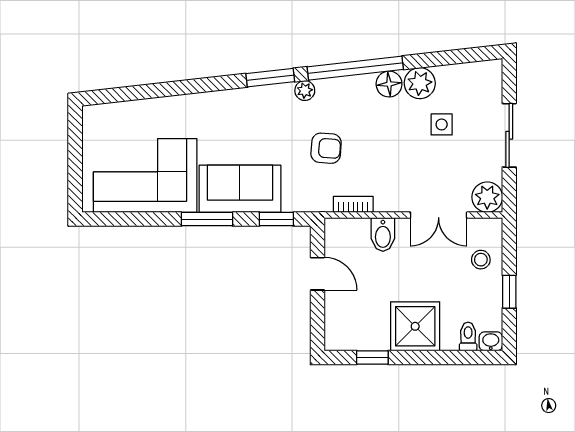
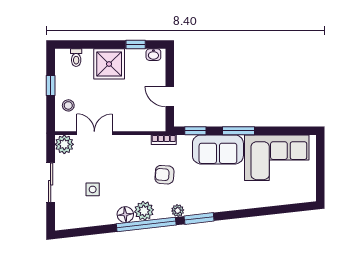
plant: (420, 83) -> (144, 211), moved
bookcase: (353, 204) -> (164, 140), moved
bidet: (383, 235) -> (129, 121), removed
washbasin: (491, 341) -> (153, 55), moved

